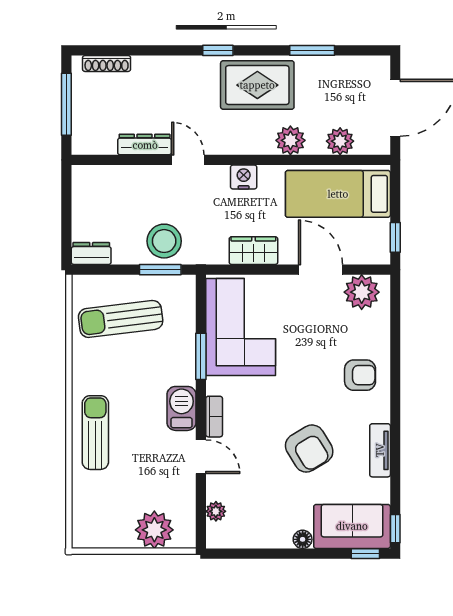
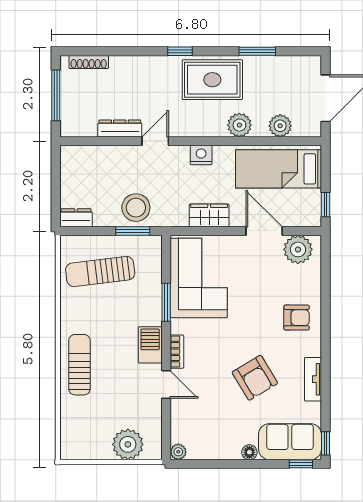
door: (188, 160) -> (155, 141), hinge flipped
plant: (216, 511) -> (178, 452), moved

